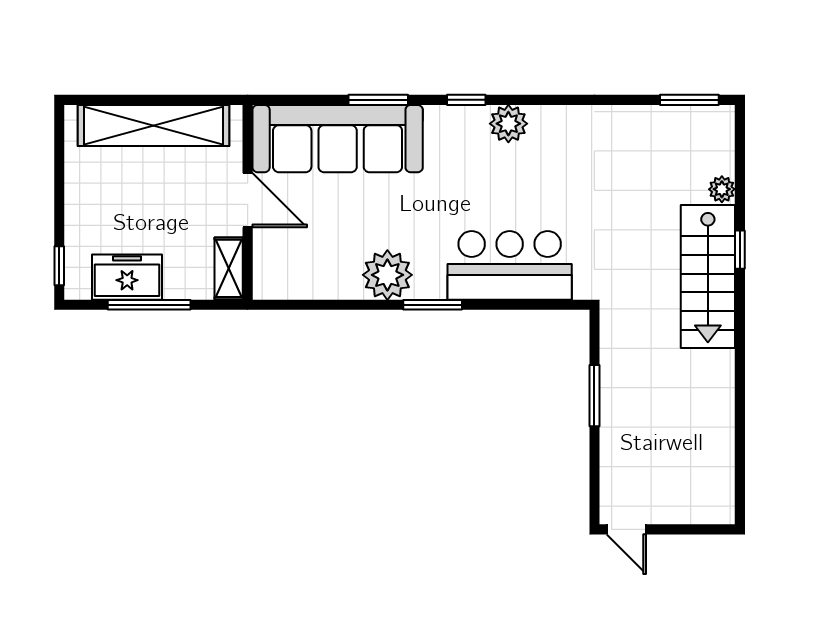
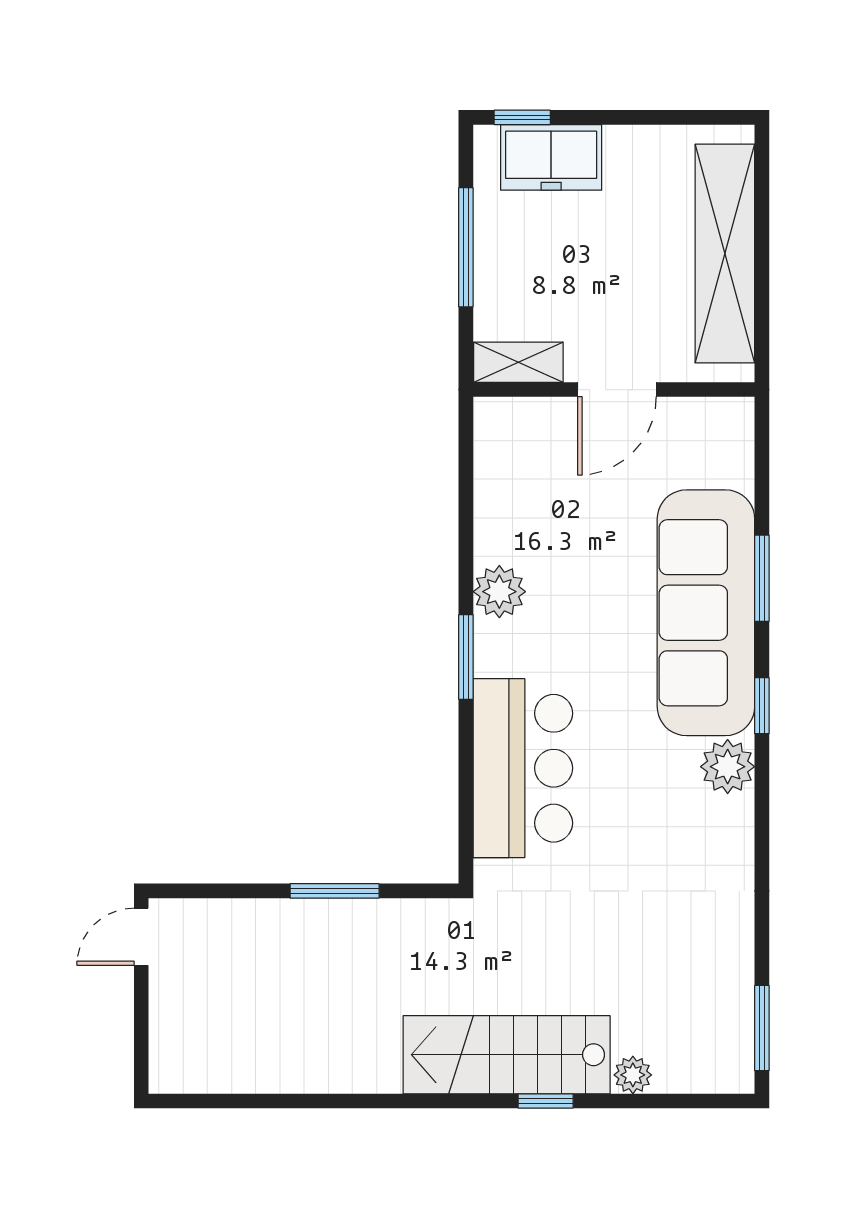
sofa: (338, 139) -> (706, 613), moved
plant: (387, 275) -> (499, 592), width x0.73, depth x0.73
freezer: (127, 277) -> (551, 157), moved, turned 90

